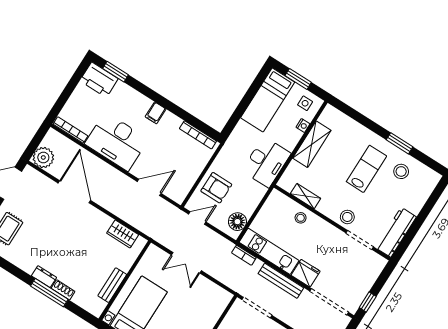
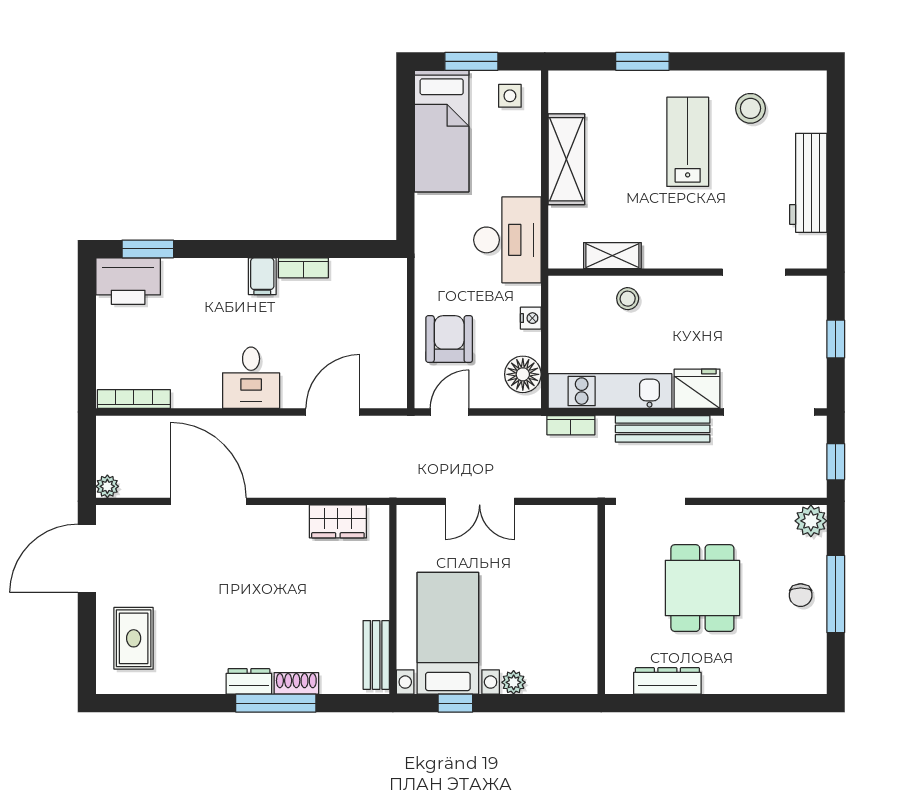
nightstand: (303, 126) -> (531, 318), moved
bookcase: (198, 135) -> (303, 268), moved, width x0.64
desk: (117, 142) -> (251, 378), width x0.53, depth x0.77
window: (400, 143) -> (642, 61), moved
plant: (43, 157) -> (107, 486), width x0.53, depth x0.53
armchair: (216, 188) -> (449, 339), turned -90
stool: (347, 217) -> (707, 246), removed
workbench: (396, 232) -> (808, 183), moved
bench: (112, 285) -> (376, 655), moved
window: (368, 302) -> (836, 339), moved

